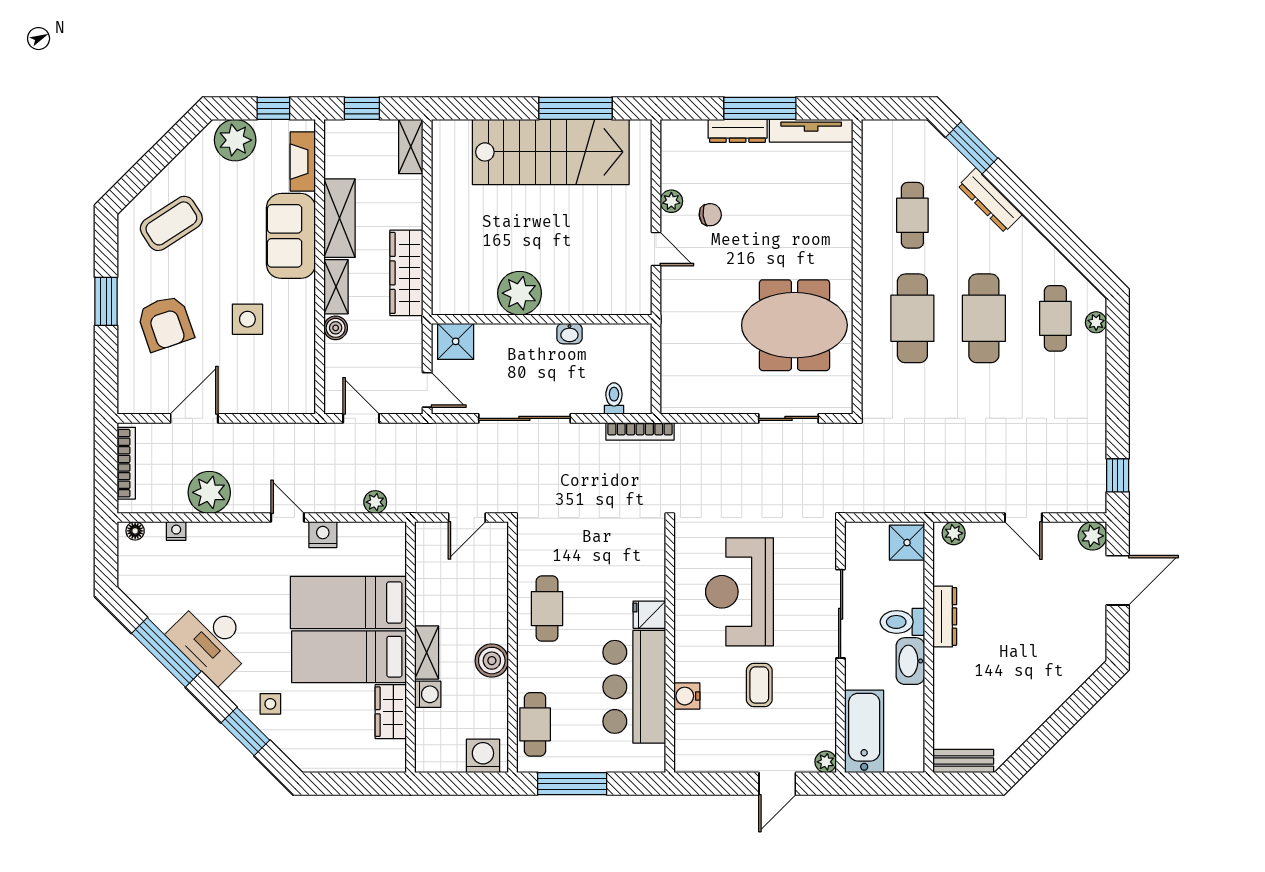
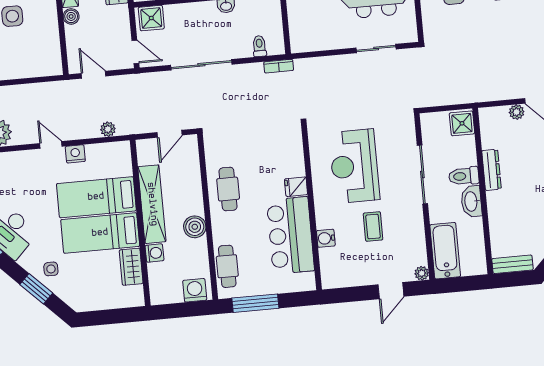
bookcase: (640, 431) -> (279, 66), width x0.64
plant: (954, 533) -> (517, 112), moved
shelving: (427, 653) -> (152, 204), width x2.20, depth x1.33

